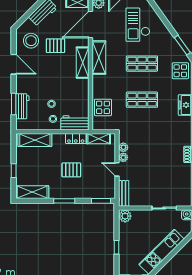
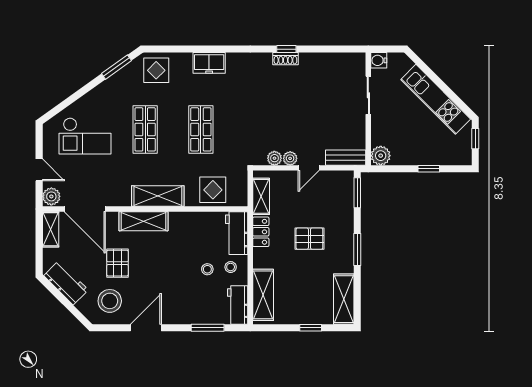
shelving: (99, 58) -> (158, 196), moved
workbench: (22, 106) -> (238, 305), moved, turned -90
pallet: (71, 170) -> (309, 239), turned 90

